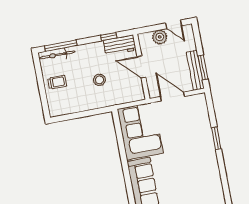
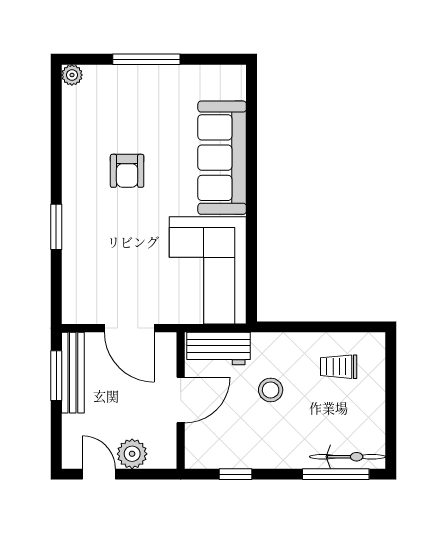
workbench: (120, 45) -> (218, 349), moved, turned 180
door: (141, 67) -> (181, 400), hinge flipped
trolley: (57, 82) -> (339, 367), moved
armchair: (188, 171) -> (127, 171), added

